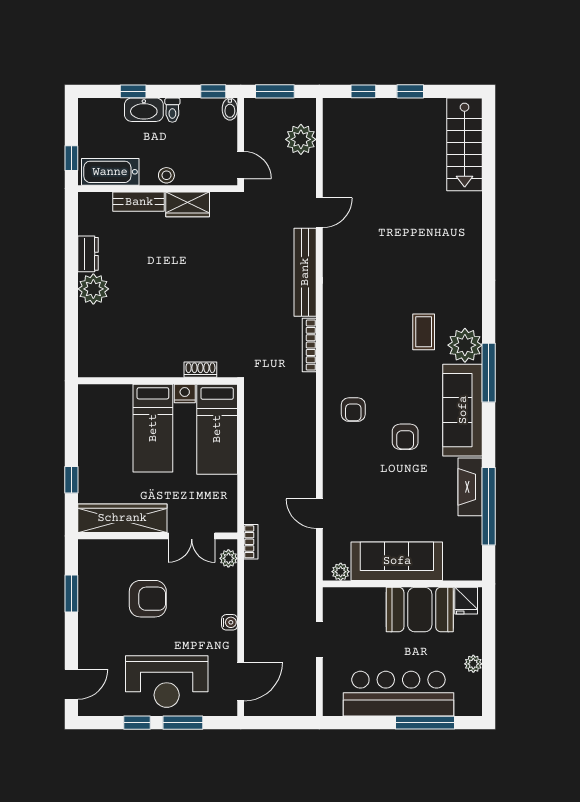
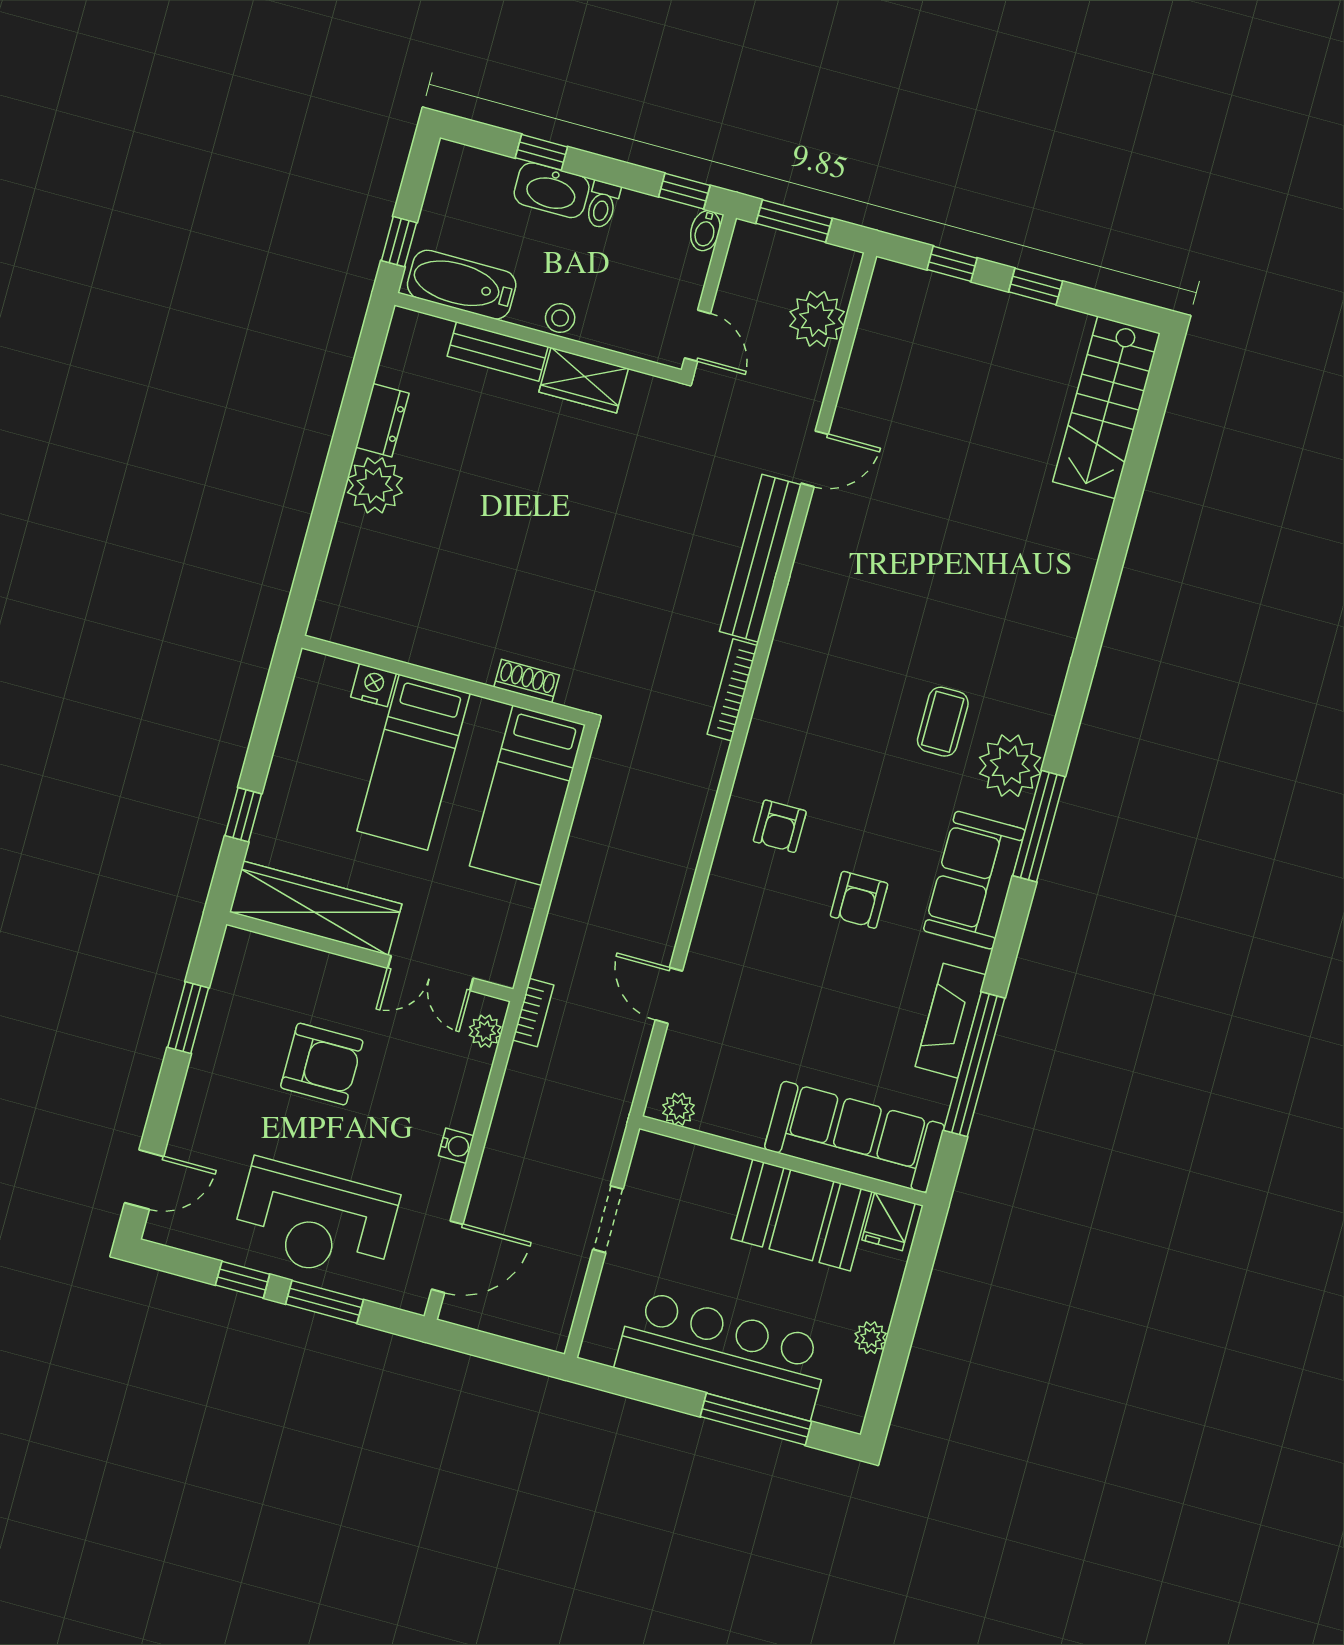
nightstand: (185, 394) -> (373, 685), moved
sofa: (463, 410) -> (974, 880), width x0.73
sofa: (397, 561) -> (855, 1137), moved

